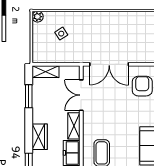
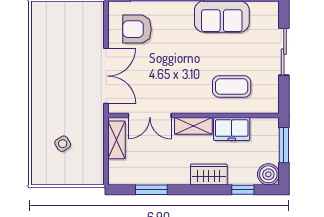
plant: (38, 17) -> (39, 177), removed
shelving: (46, 72) -> (117, 140), moved

